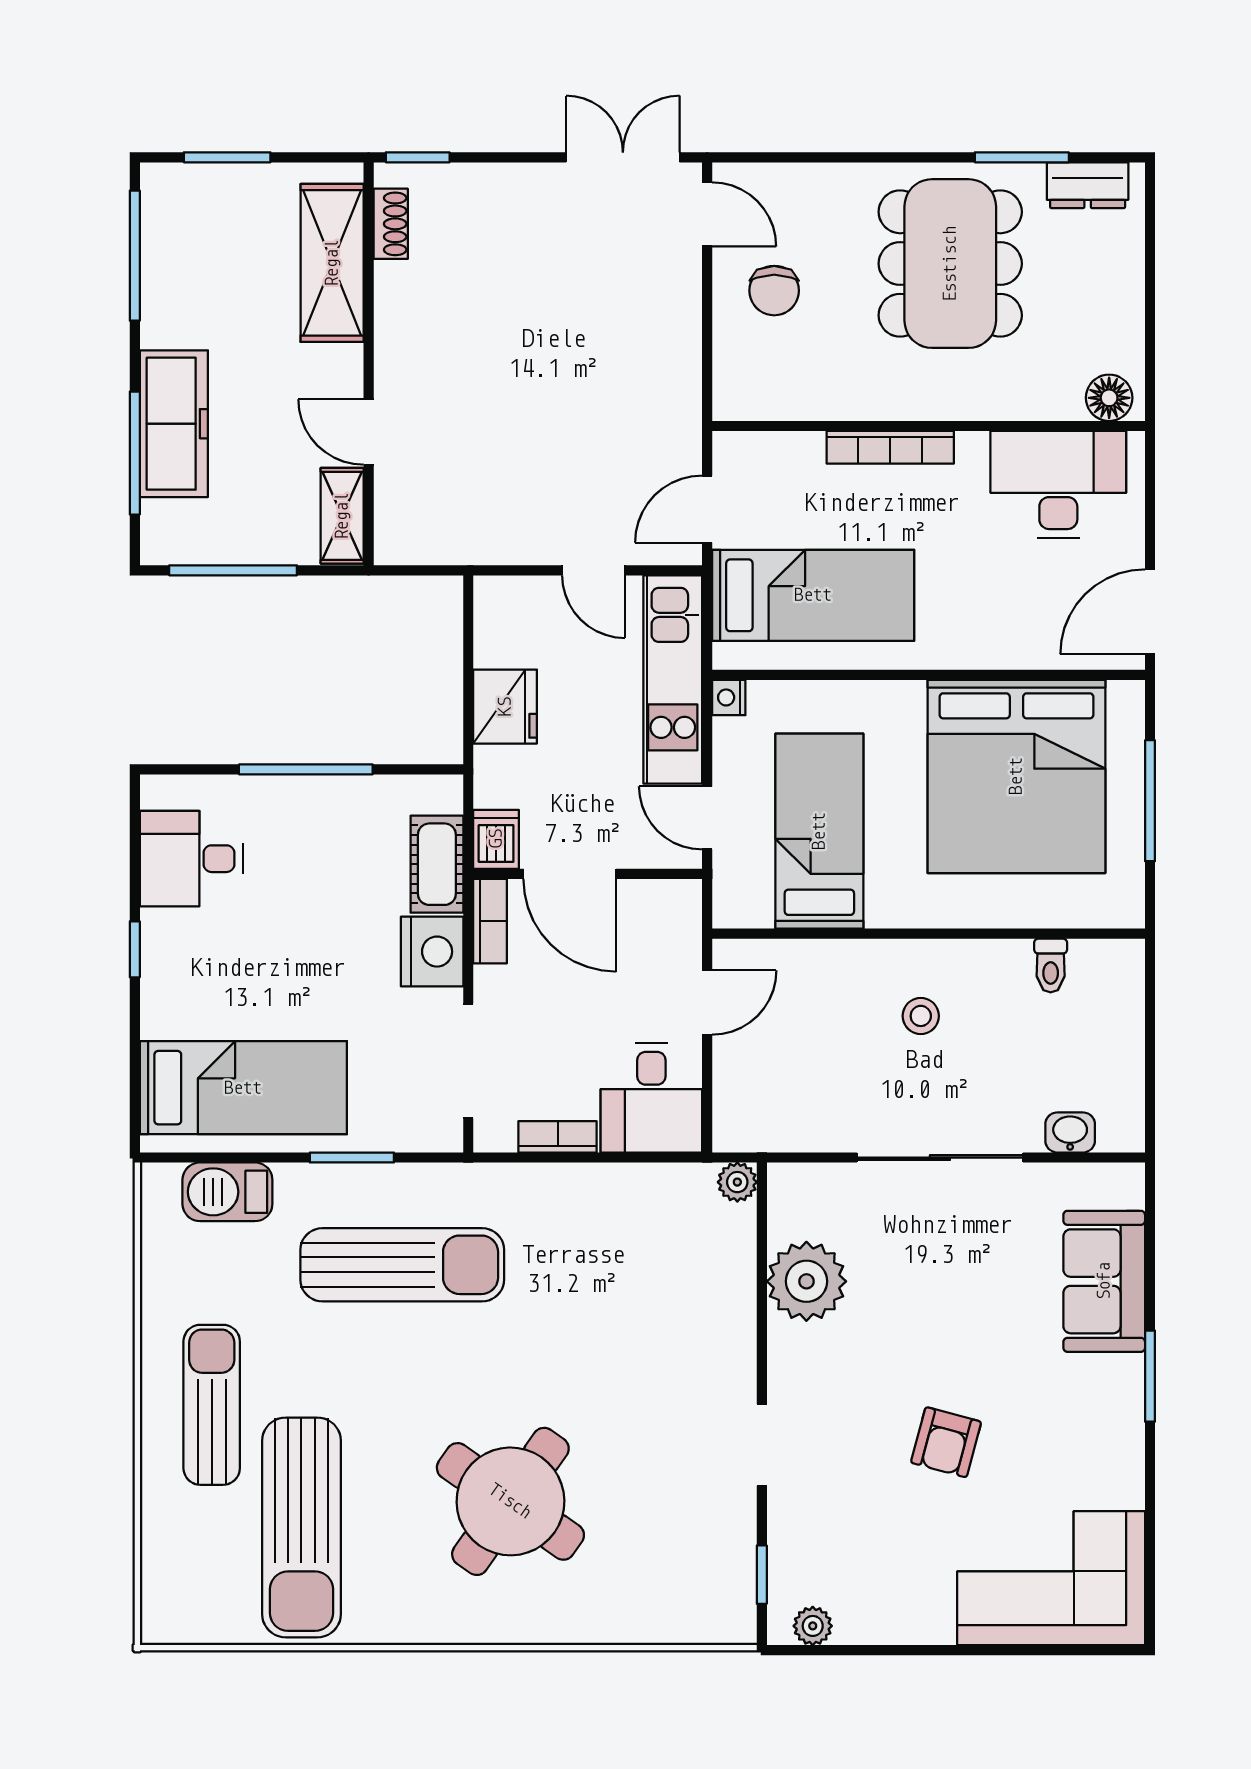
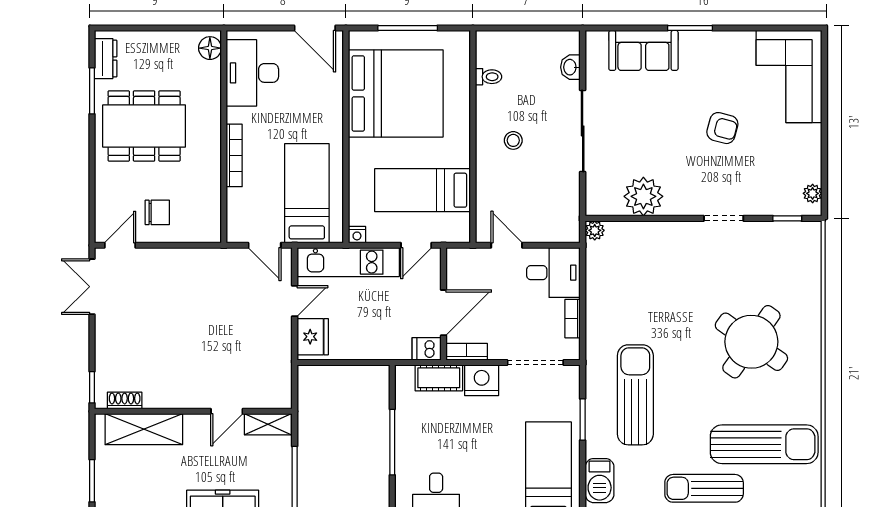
fridge: (505, 707) -> (313, 337), moved, turned 90

